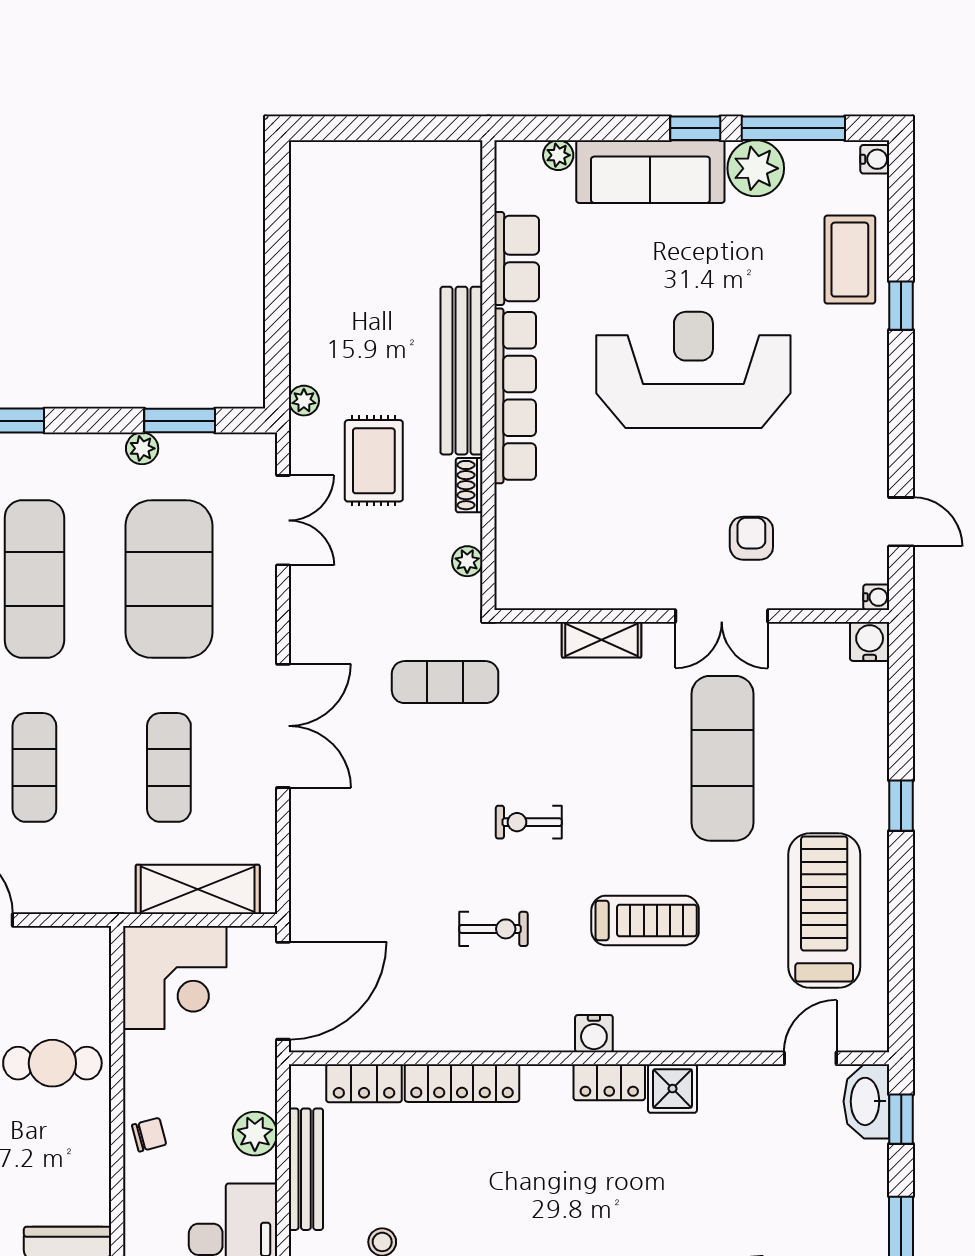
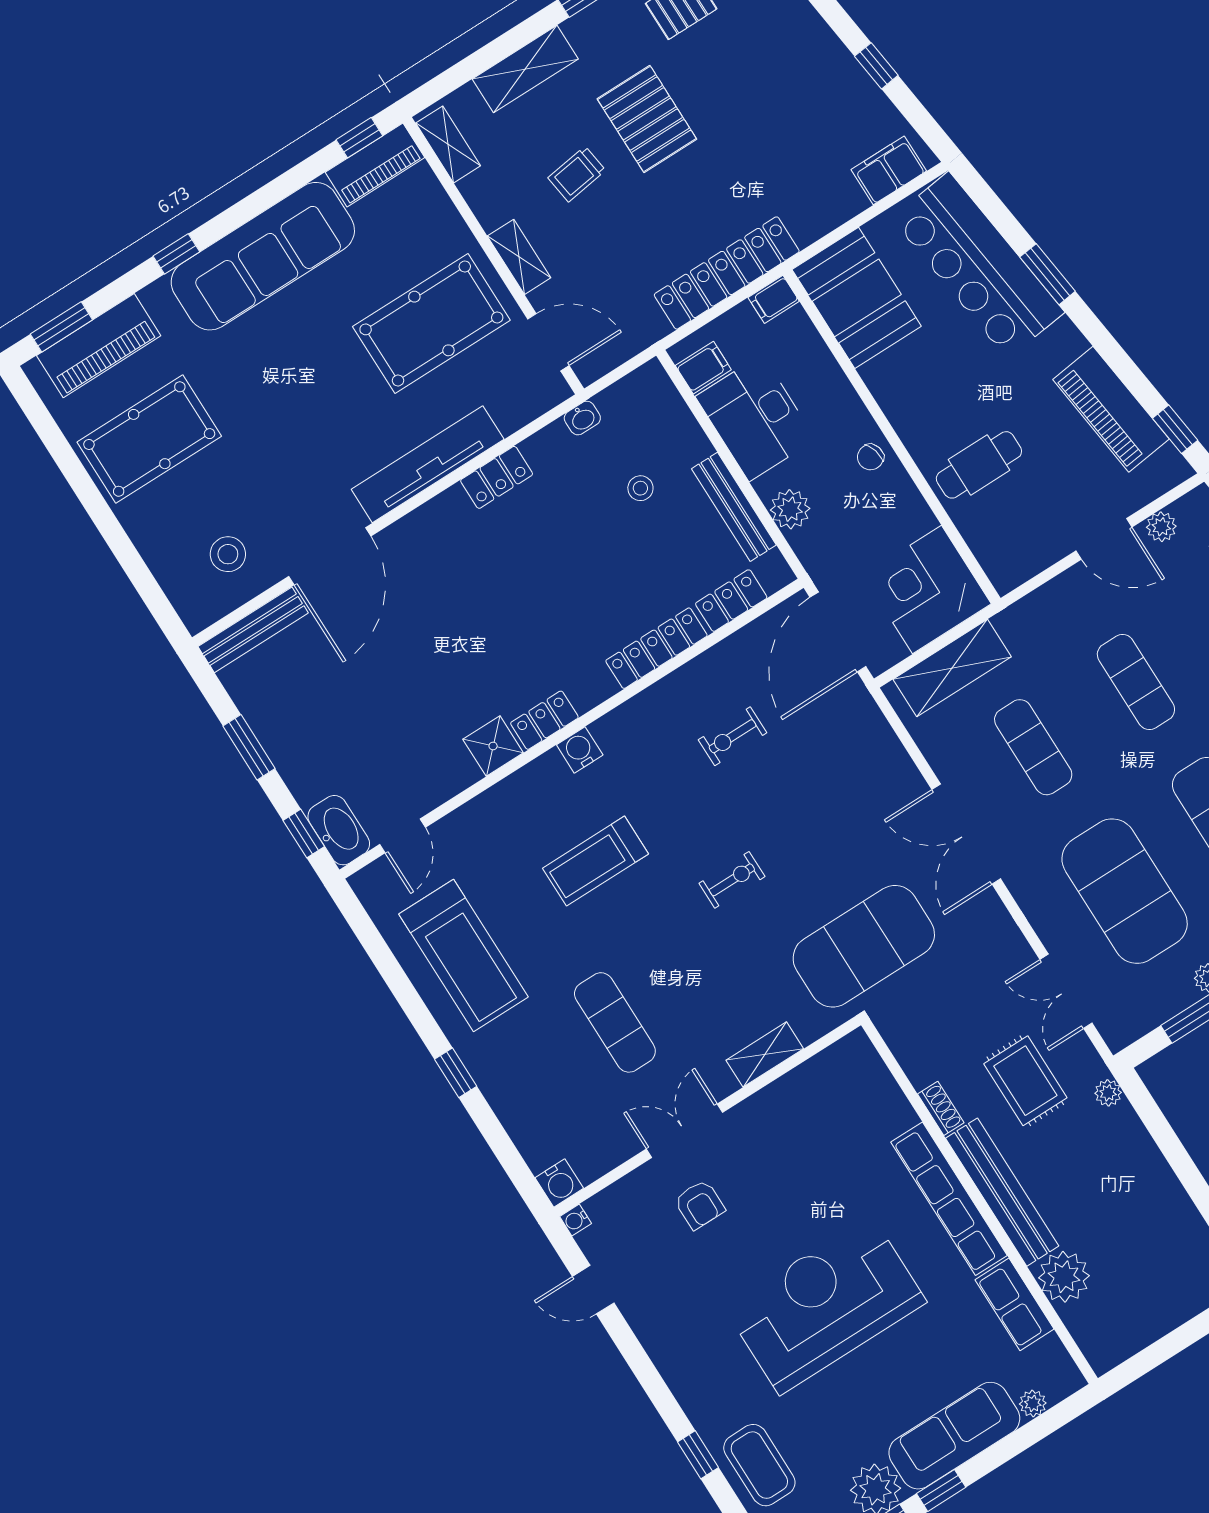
reception desk: (693, 370) -> (825, 1305), turned 180
plant: (467, 561) -> (1064, 1277), moved, width x1.88, depth x1.88
exercise mat: (445, 682) -> (864, 946), width x2.00, depth x1.45
exercise mat: (723, 758) -> (615, 1022), width x0.73, depth x0.69
exercise bike: (493, 929) -> (733, 736), moved

